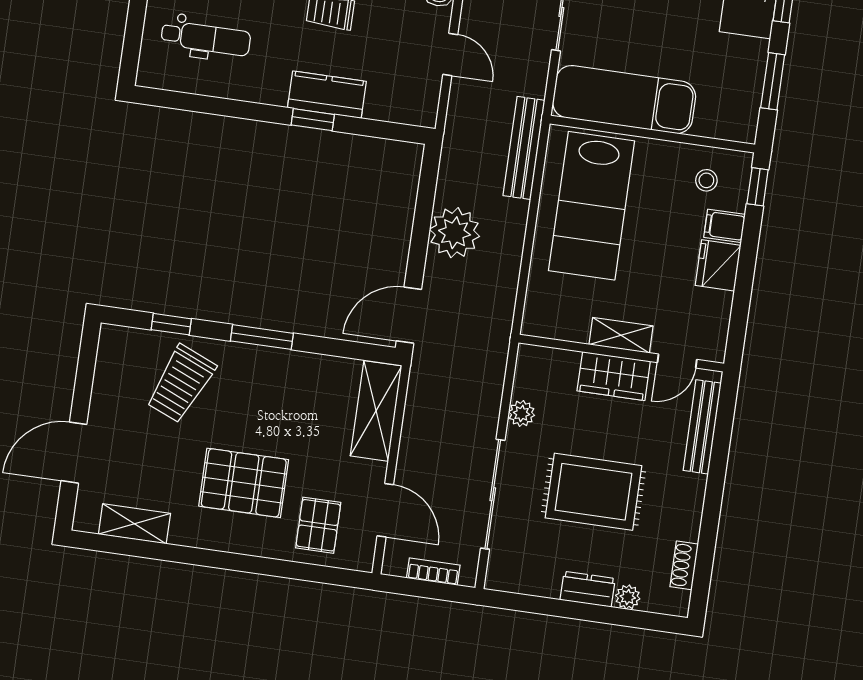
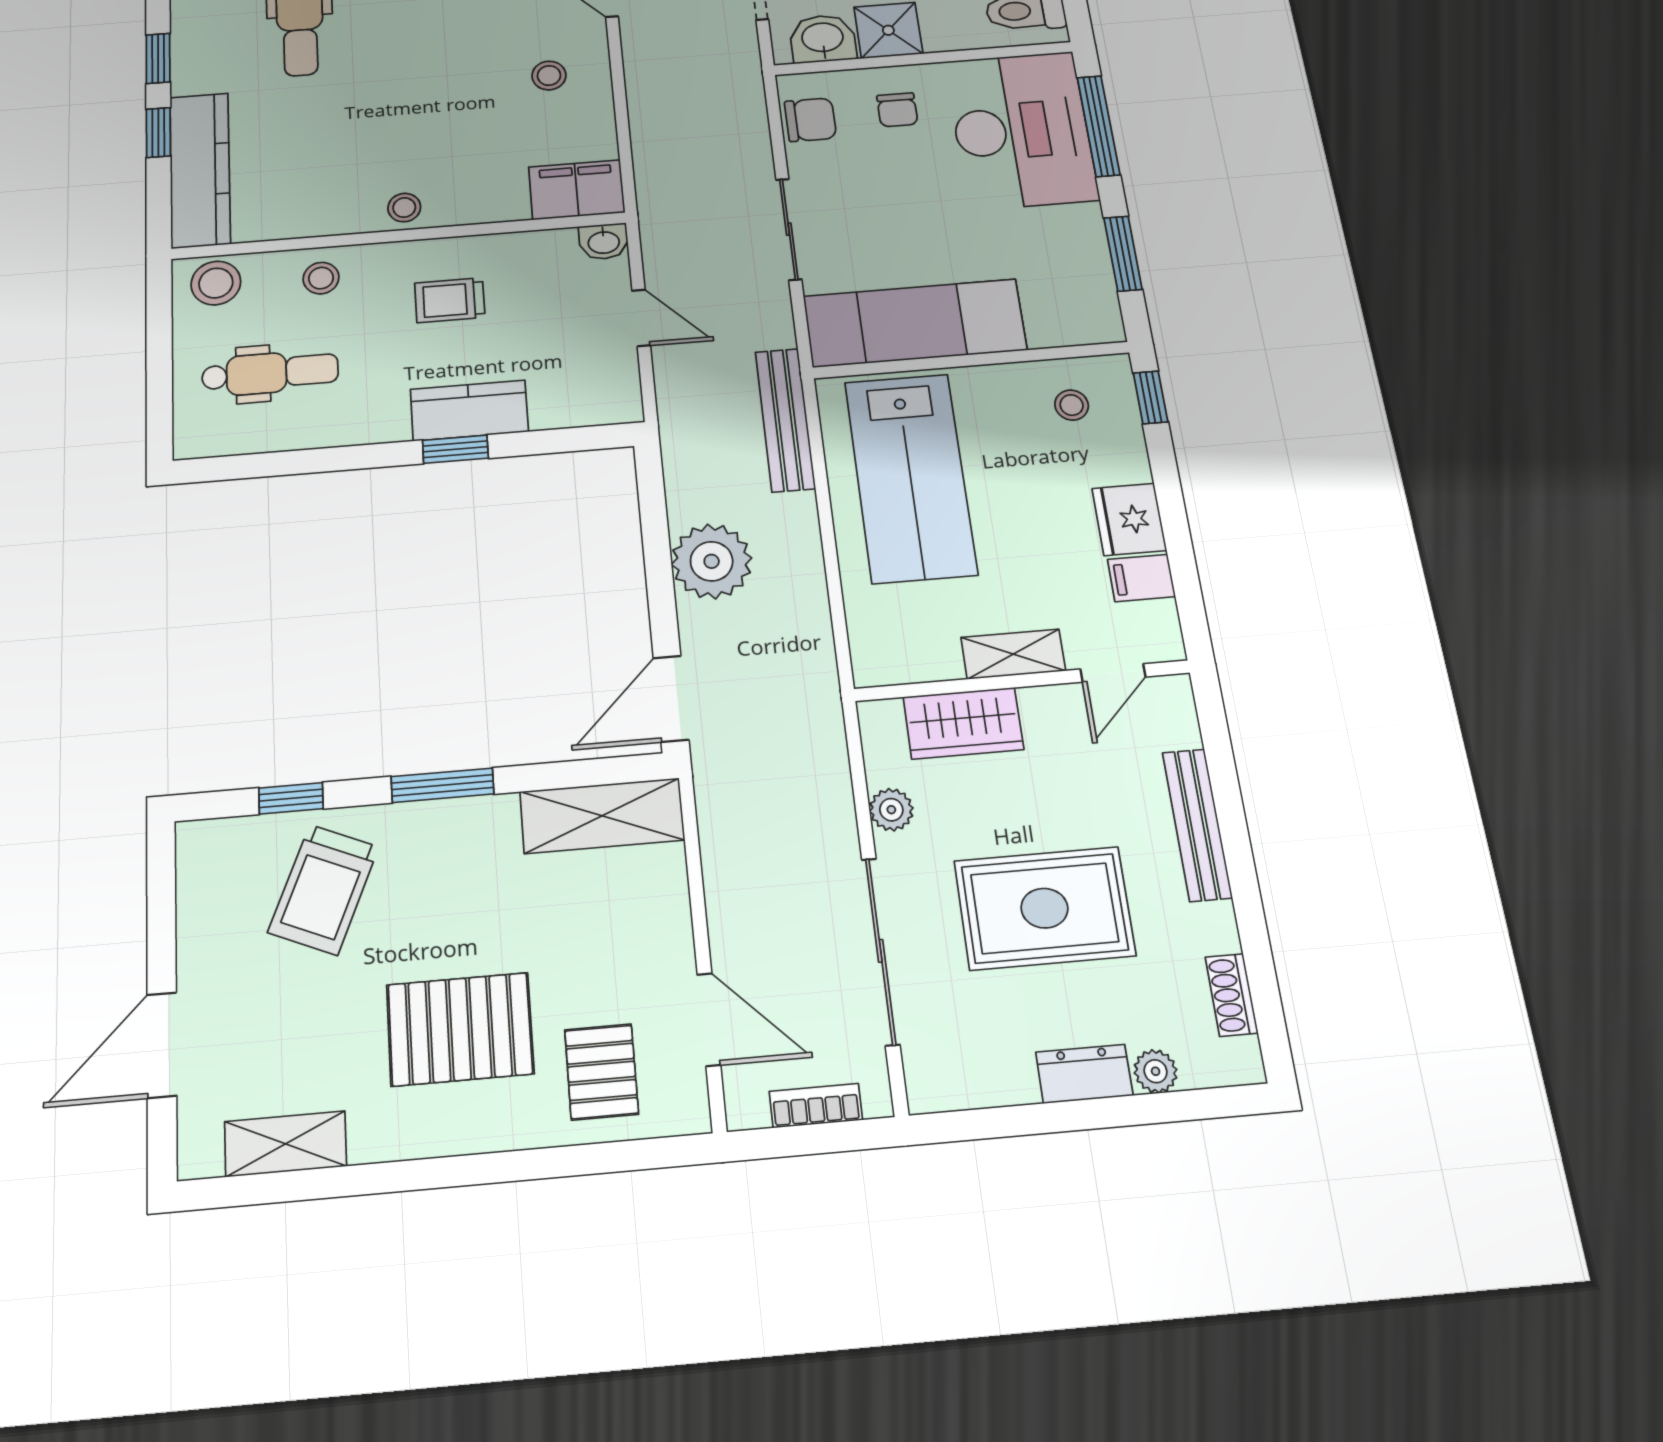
filing cabinet: (725, 226) -> (1141, 578), moved
wardrobe: (614, 376) -> (963, 723), moved
shelving: (376, 411) -> (602, 816), moved, turned 90
bench: (702, 427) -> (1197, 825), moved

